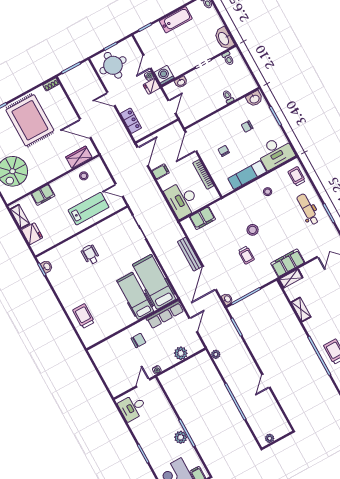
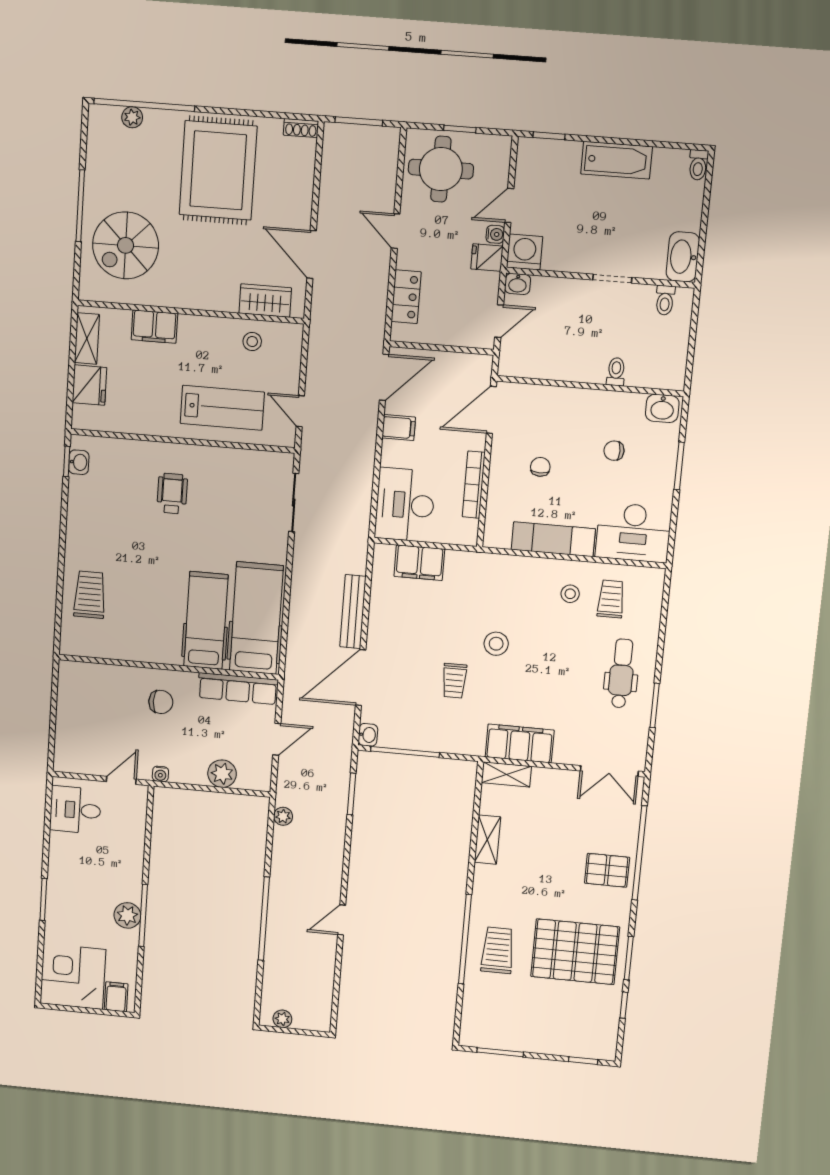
washbasin: (181, 82) -> (518, 284), moved
trolley: (297, 176) -> (611, 599), moved

